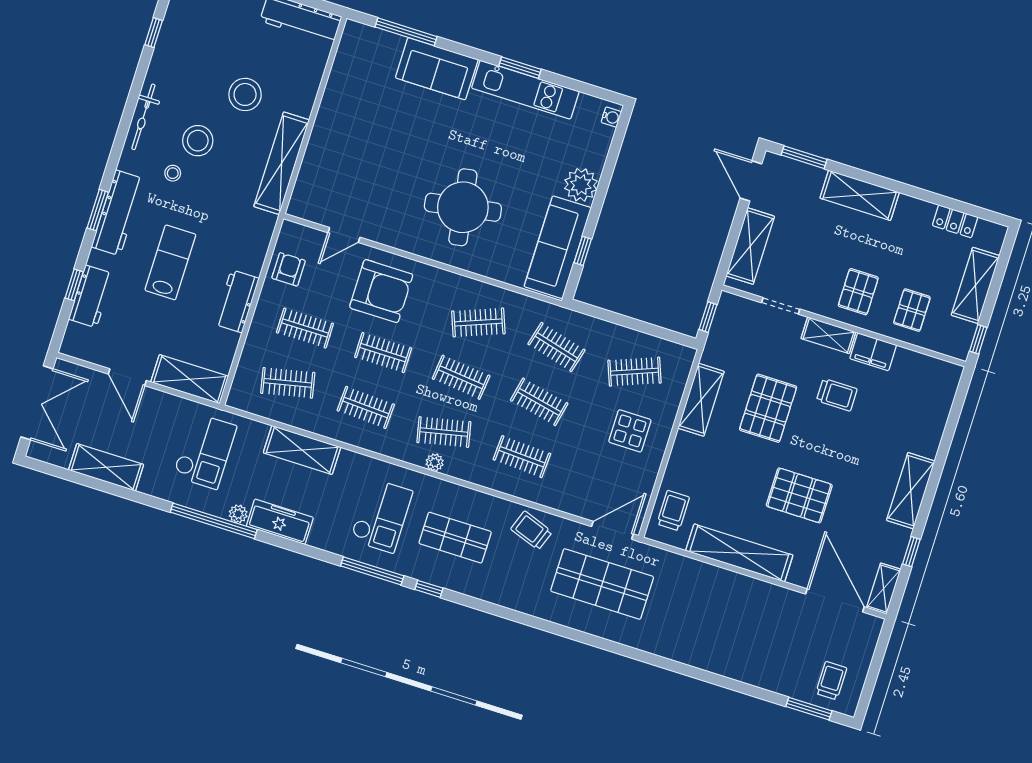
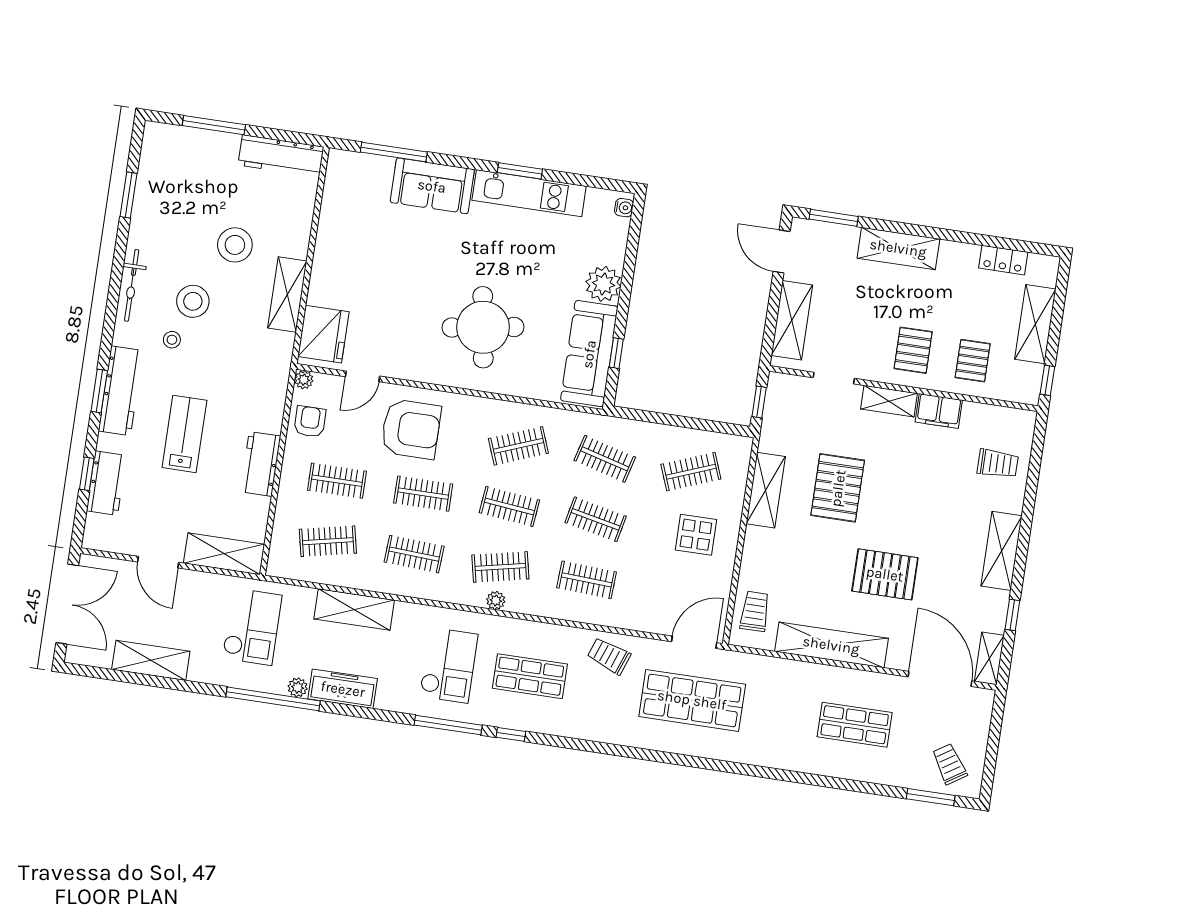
window: (154, 33) -> (128, 195), width x1.50
shelving: (282, 163) -> (287, 295), width x0.68
fridge: (314, 190) -> (323, 334), added
plant: (289, 230) -> (304, 380), added
trolley: (837, 395) -> (998, 464), moved
shop shelf: (749, 630) -> (855, 725), added
trolley: (831, 681) -> (949, 764), turned -33

